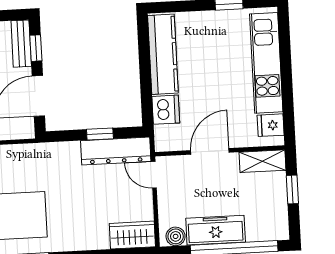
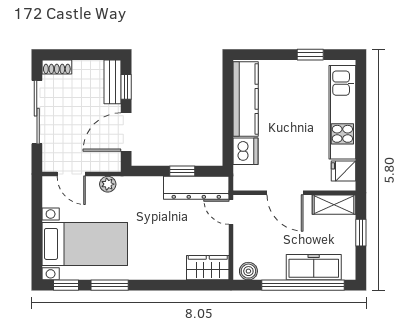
door: (210, 151) -> (285, 193), swing flipped
plant: (22, 152) -> (108, 184), added
freezer: (216, 230) -> (314, 267), moved

